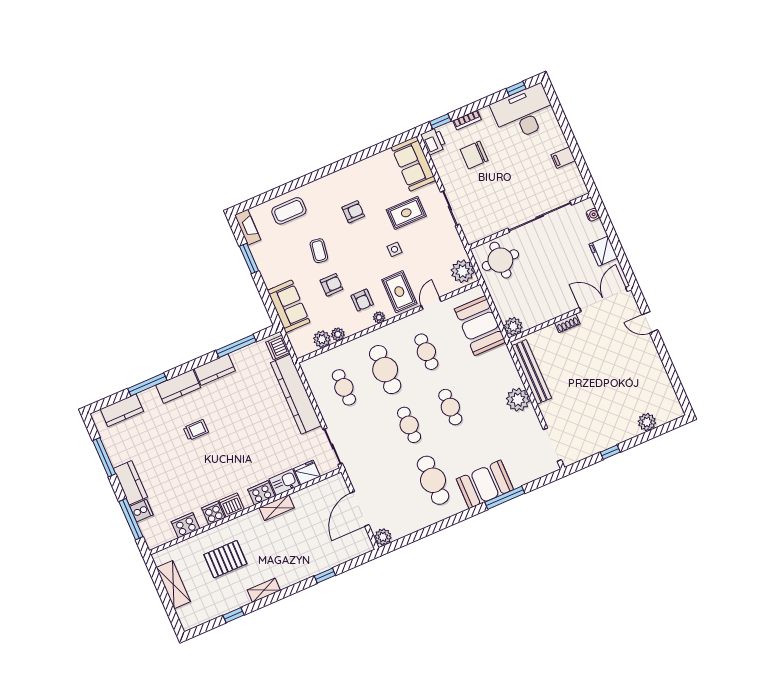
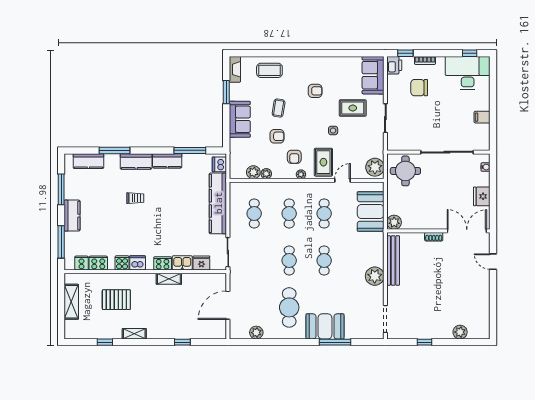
sofa: (289, 306) -> (240, 119), moved
cafe table: (385, 370) -> (289, 214), width x0.73, depth x0.74
cooker: (141, 511) -> (81, 263), moved, turned -90
plant: (383, 537) -> (256, 333), moved

